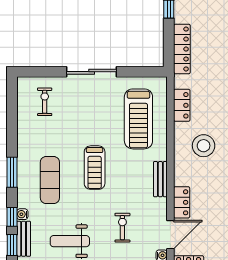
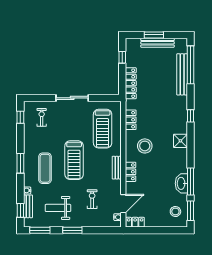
treadmill: (95, 168) -> (74, 160), width x1.37, depth x1.38
locker: (182, 202) -> (131, 172), moved
window: (12, 217) -> (20, 117), moved

